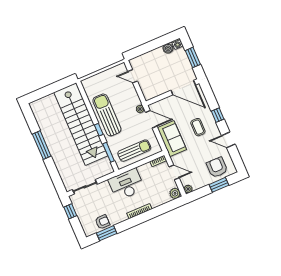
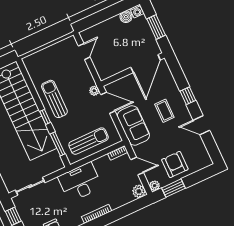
door: (133, 76) -> (84, 52), swing flipped
door: (183, 88) -> (146, 64), hinge flipped
sun lounger: (107, 115) -> (54, 99), width x0.73, depth x0.75
armchair: (217, 167) -> (175, 164), moved
window: (219, 185) -> (173, 188), moved

